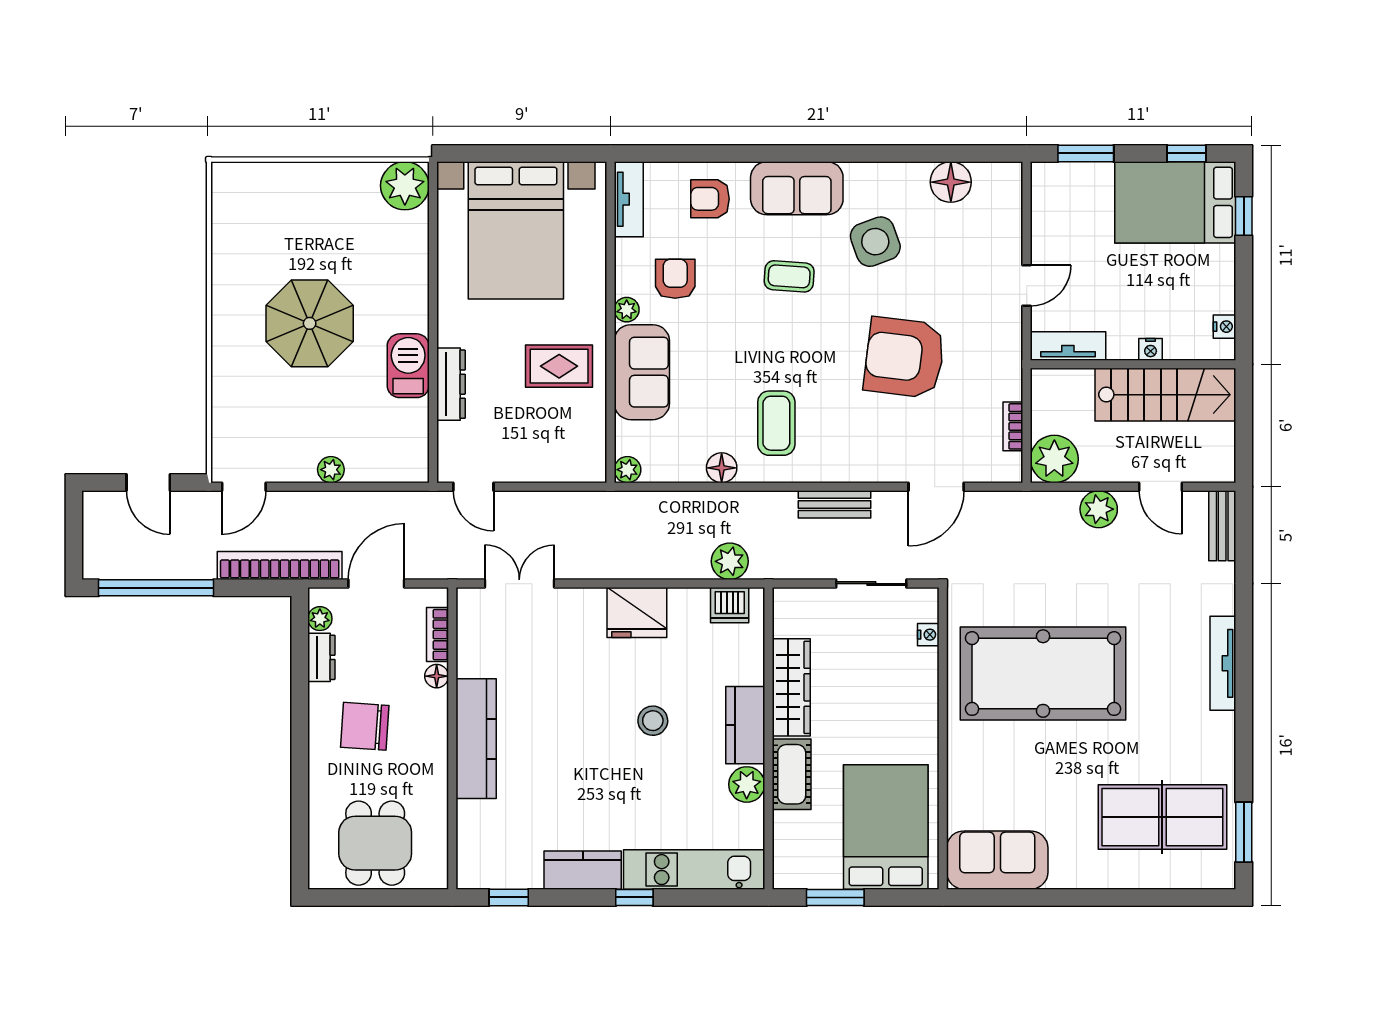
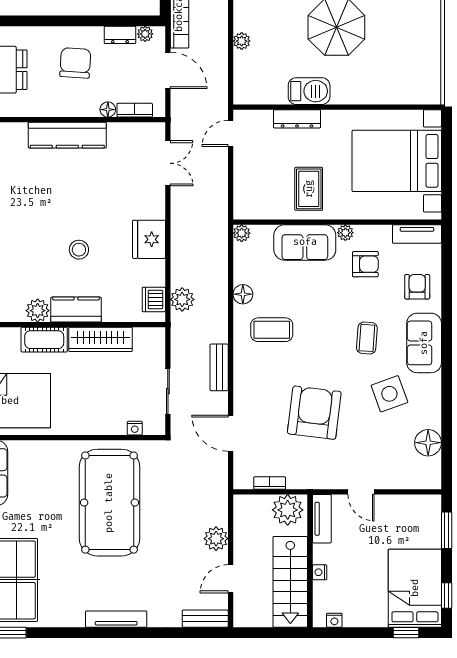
plant: (405, 186) -> (426, 89), removed
plant: (1054, 459) -> (288, 510), moved

